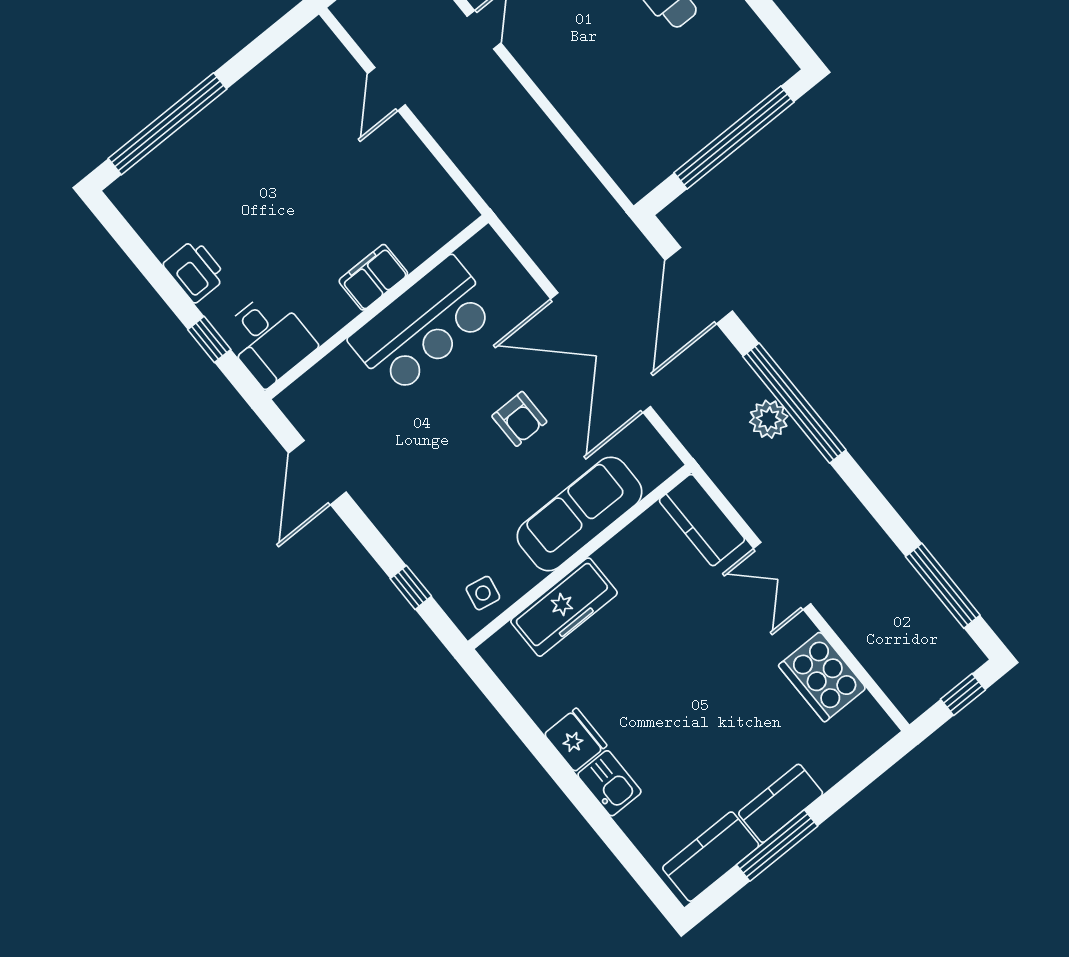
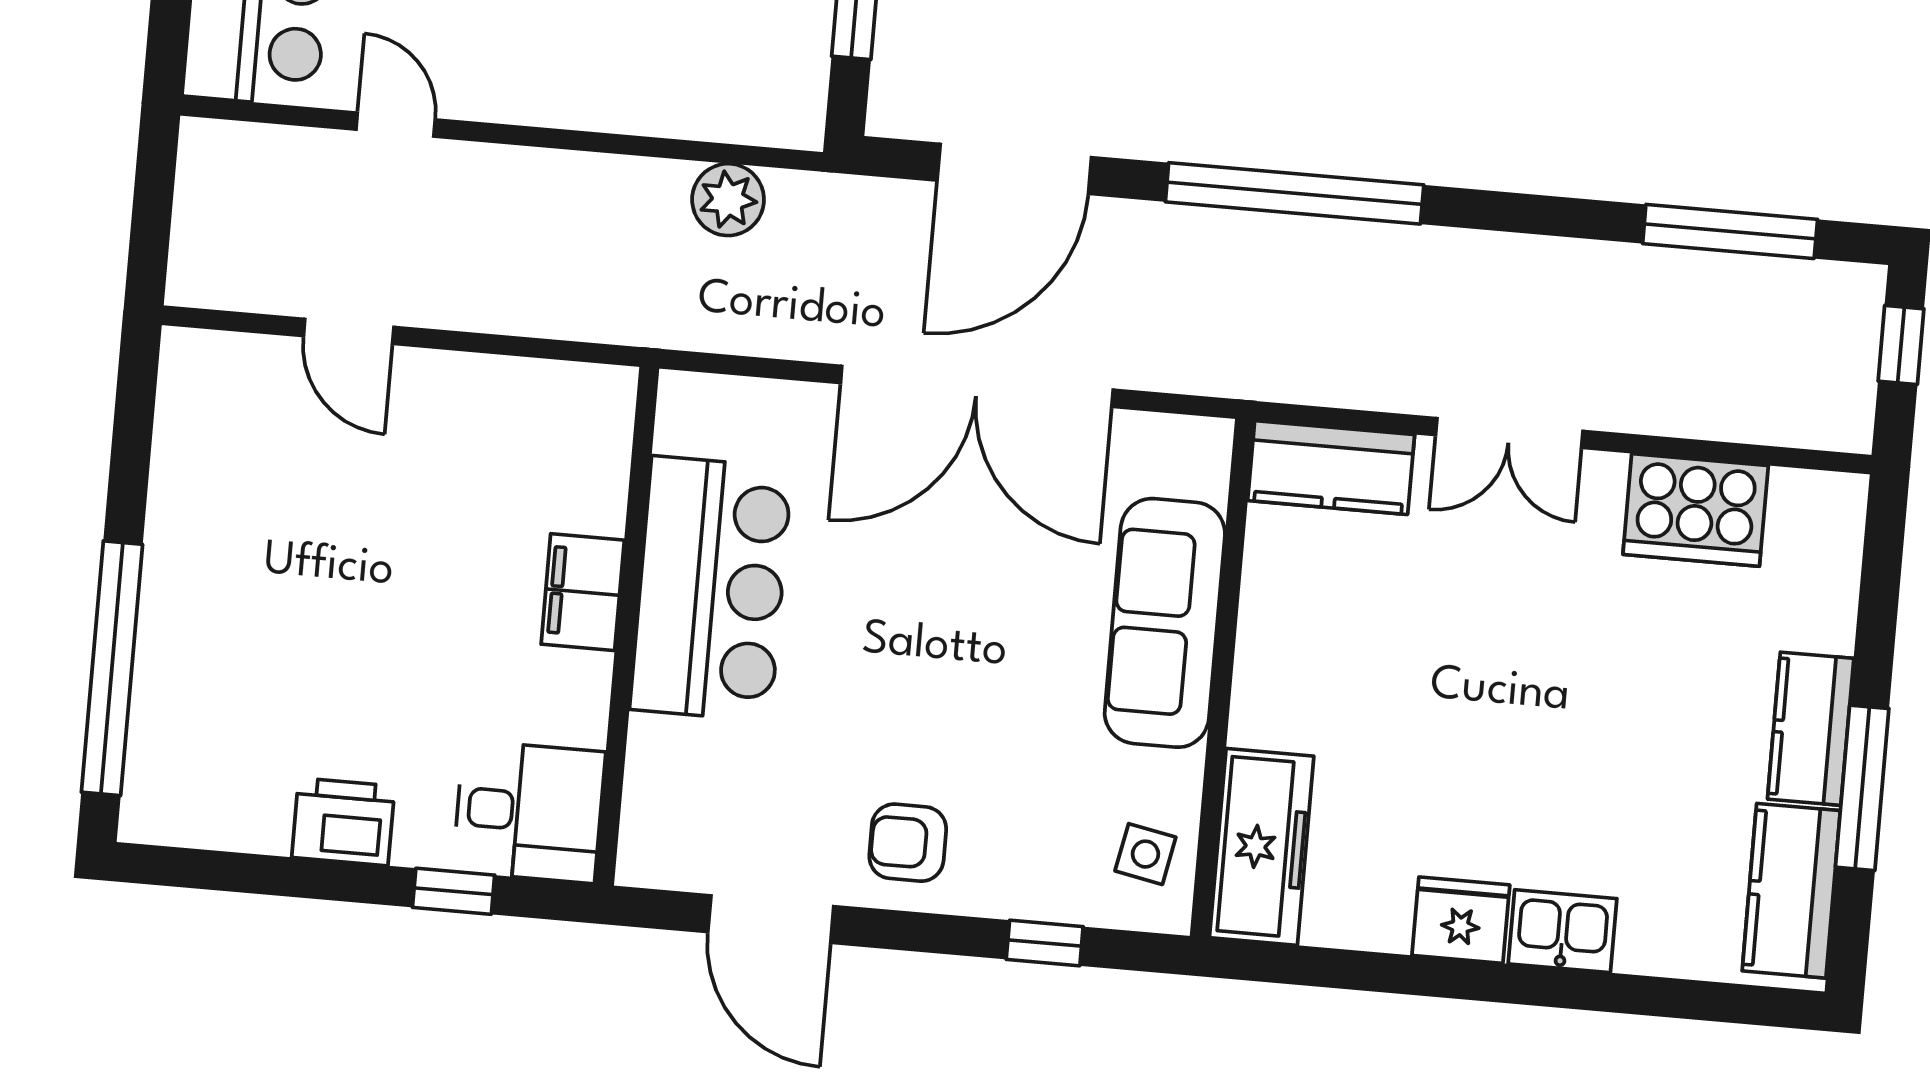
door: (699, 286) -> (1014, 169), hinge flipped
armchair: (519, 419) -> (908, 843), moved, turned 180
plant: (769, 419) -> (728, 200), moved
freezer: (564, 607) -> (1262, 847), moved

